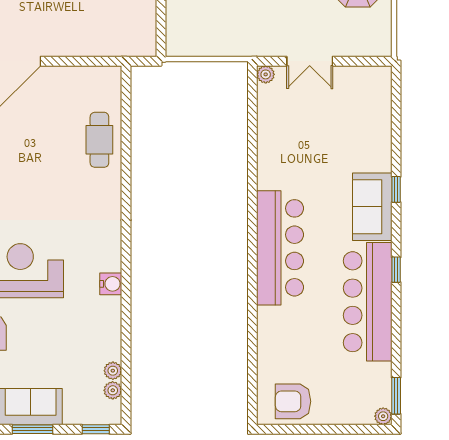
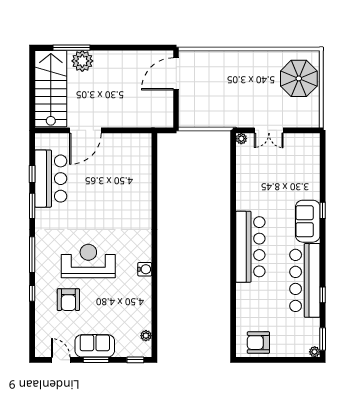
cafe table: (99, 140) -> (138, 179), removed
window: (396, 270) -> (323, 295), moved
plant: (113, 371) -> (146, 323), removed

